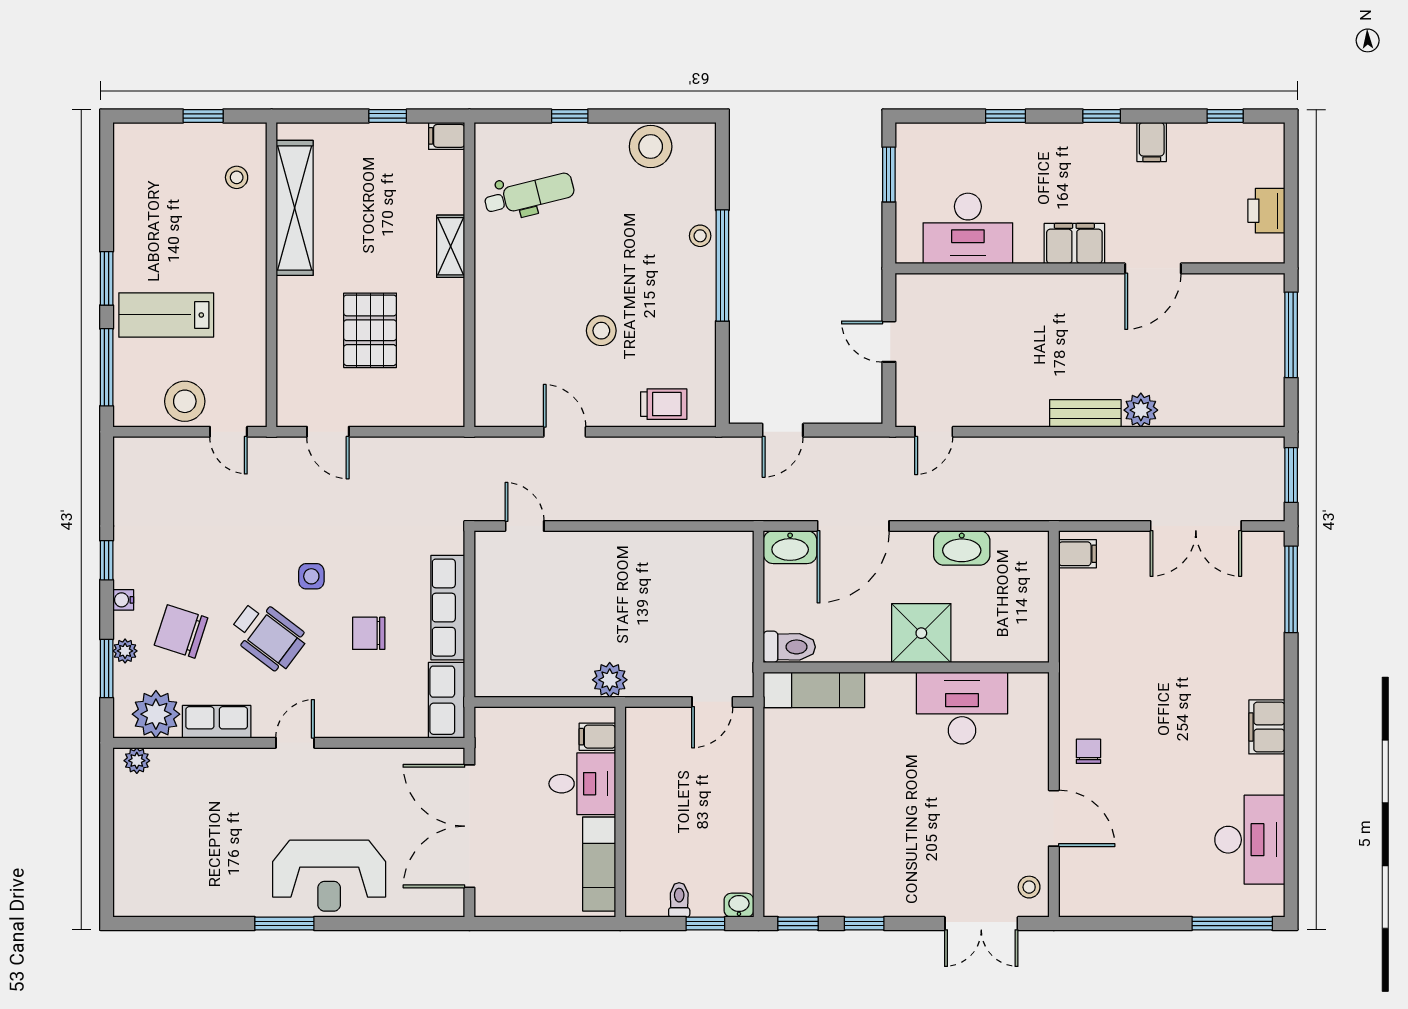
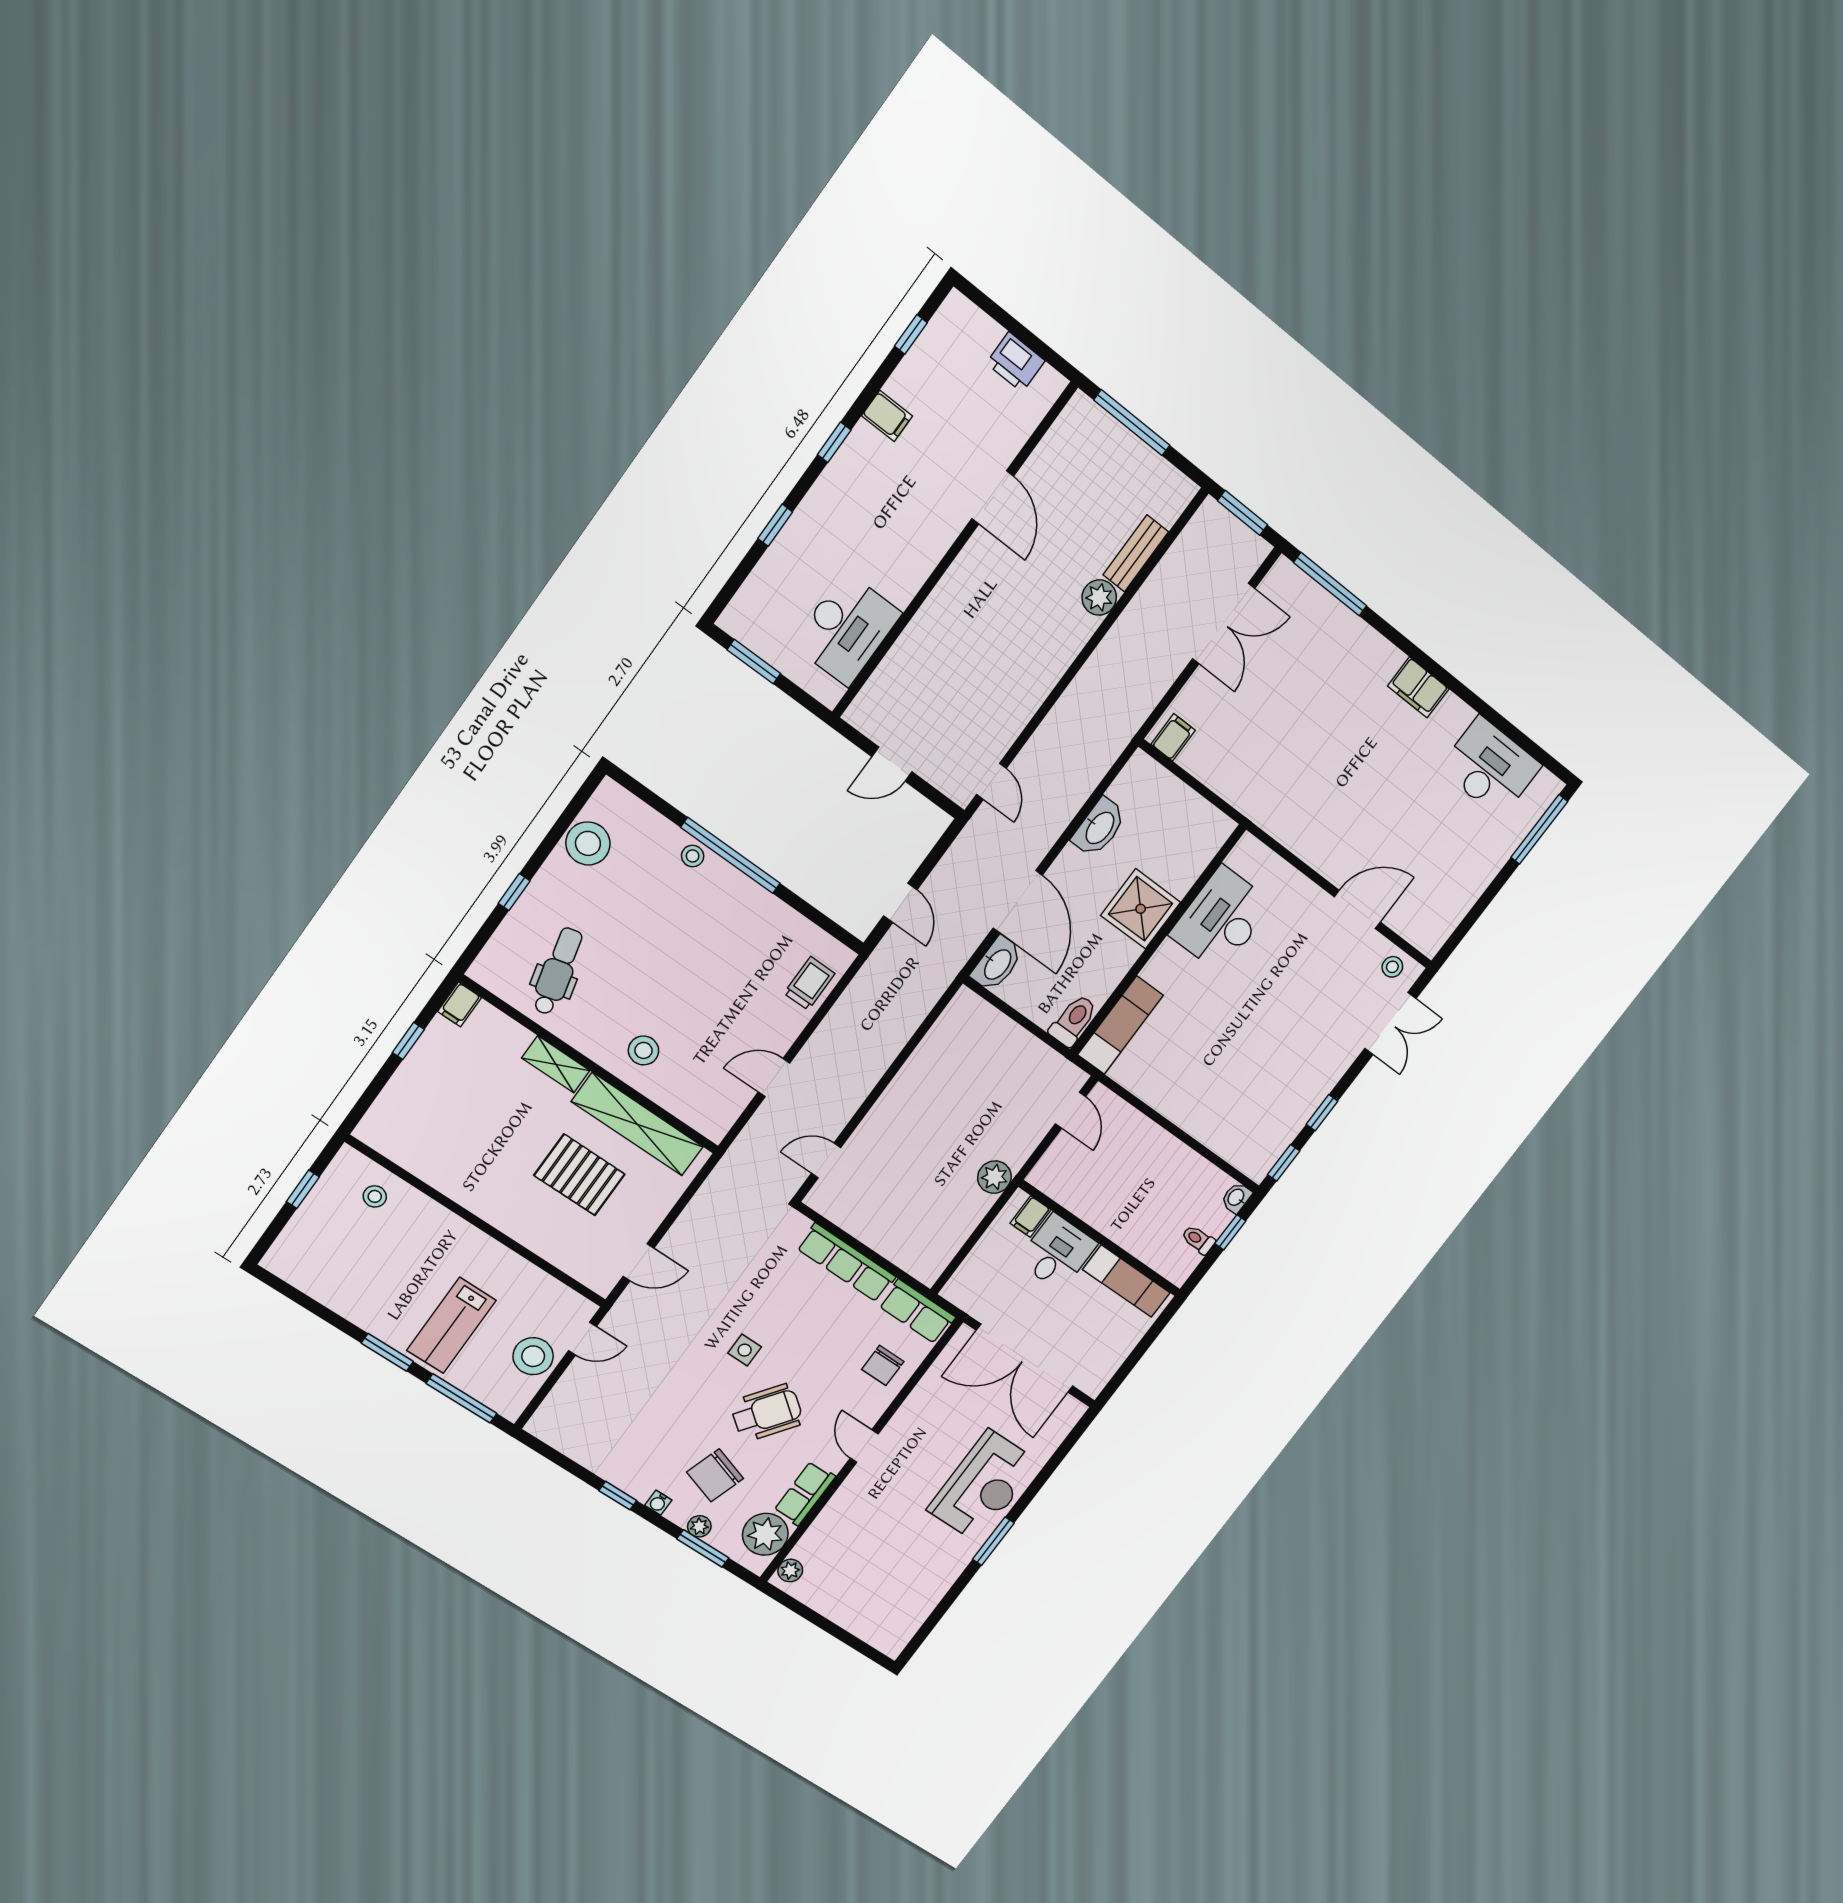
shelving: (295, 208) -> (637, 1124), moved
filing cabinet: (1074, 244) -> (924, 548), removed
stool: (601, 331) -> (643, 1050), moved
bench: (1085, 413) -> (1136, 553), moved
chair: (369, 633) -> (883, 1365), moved
chair: (1088, 751) -> (1329, 844), removed

